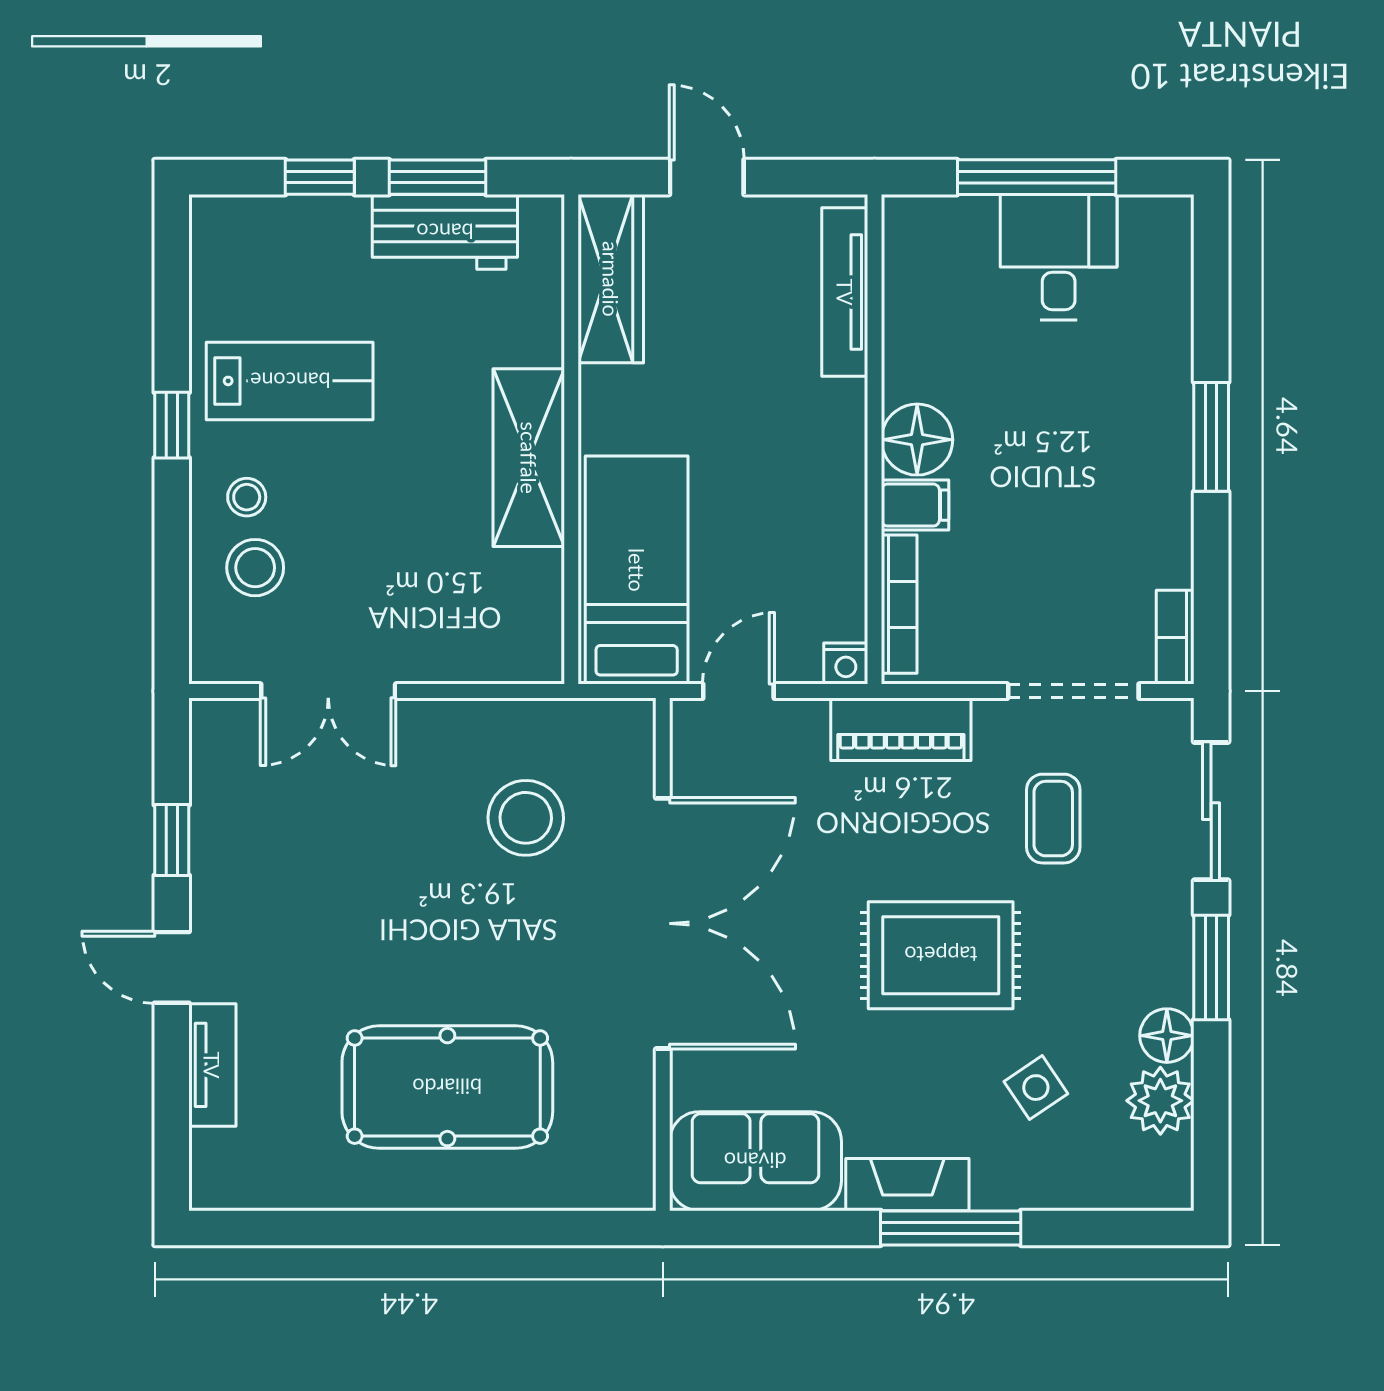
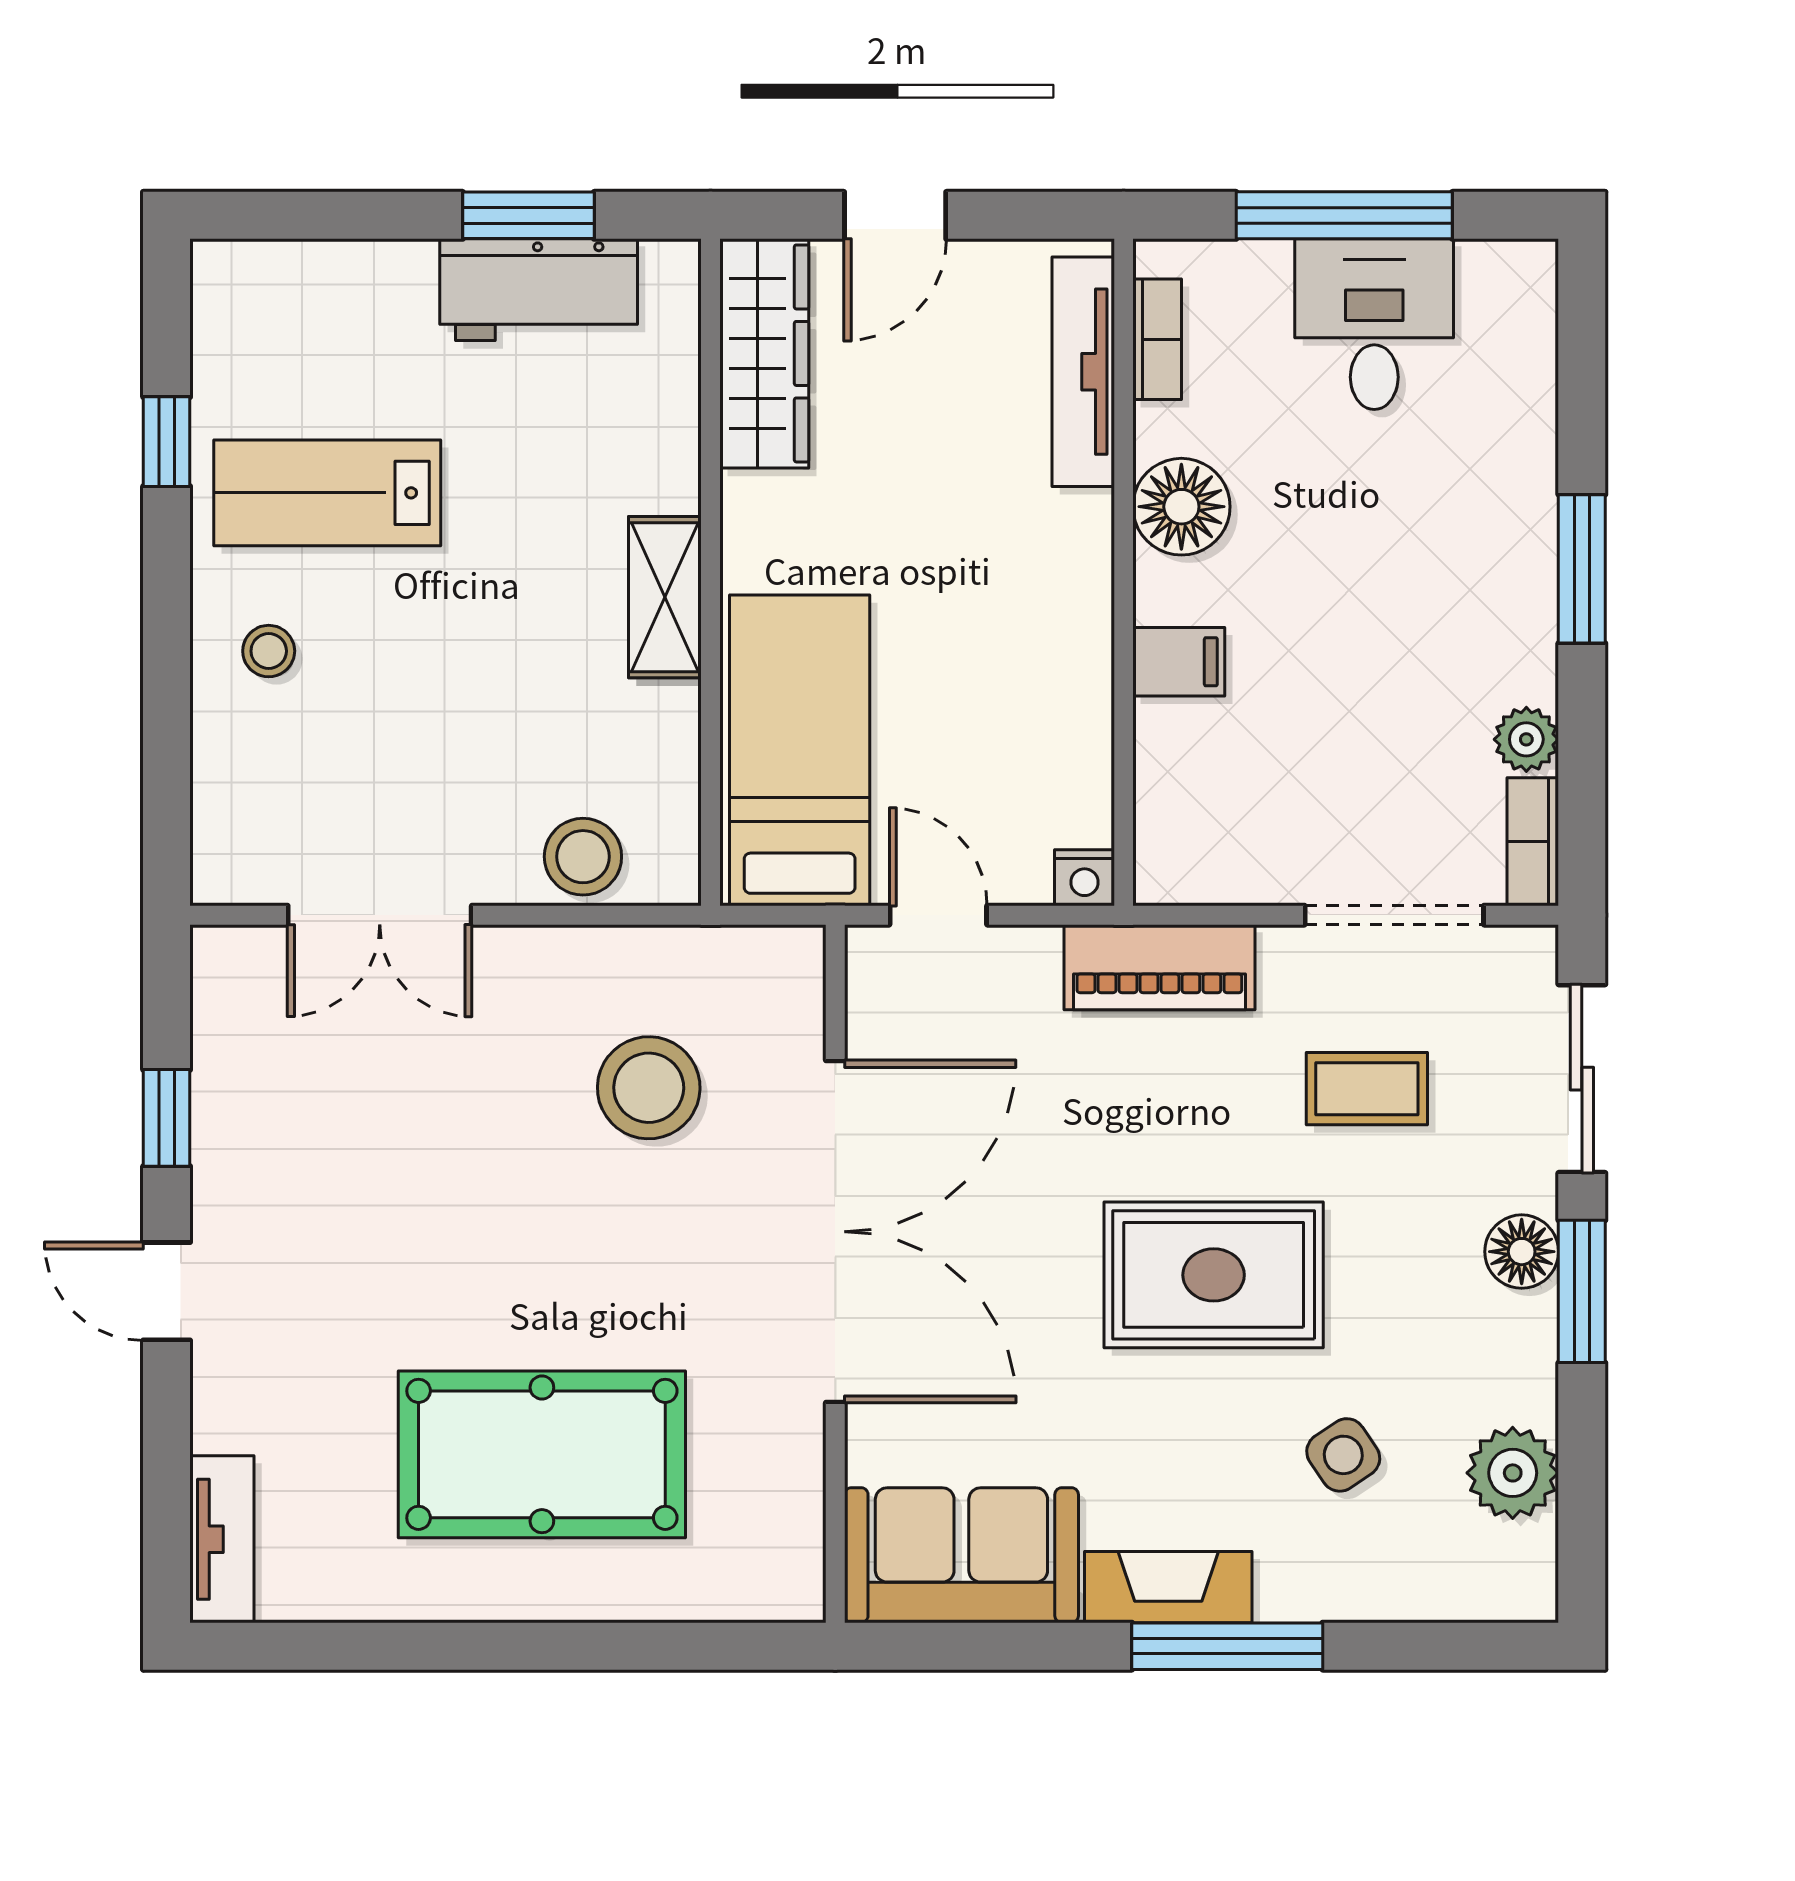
window: (320, 177) -> (368, 215), removed
door: (707, 177) -> (895, 215), swing flipped
lab bench: (290, 381) -> (327, 493), turned 180
window: (172, 425) -> (167, 442), moved
floor lamp: (917, 440) -> (1181, 507), moved
shelving: (529, 458) -> (665, 597), width x0.67, depth x0.75
plant: (1170, 562) -> (1526, 739), added
stool: (255, 568) -> (583, 857), moved
bookcase: (899, 604) -> (1157, 339), moved, width x0.64
door: (738, 691) -> (938, 915), hinge flipped
coffee table: (1053, 819) -> (1367, 1089), turned 90
floor lamp: (1167, 1036) -> (1522, 1252), moved
tv unit: (212, 1065) -> (222, 1539), moved

